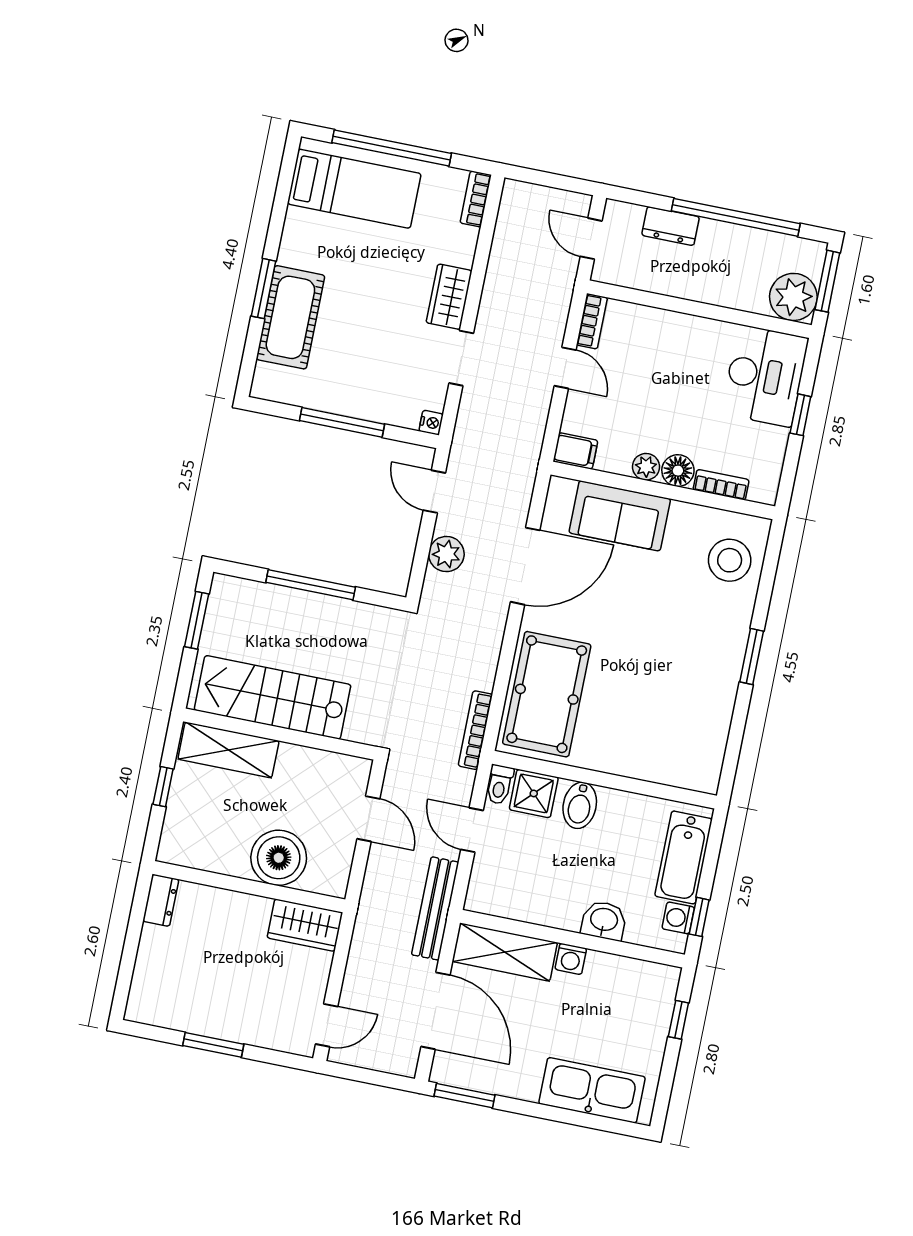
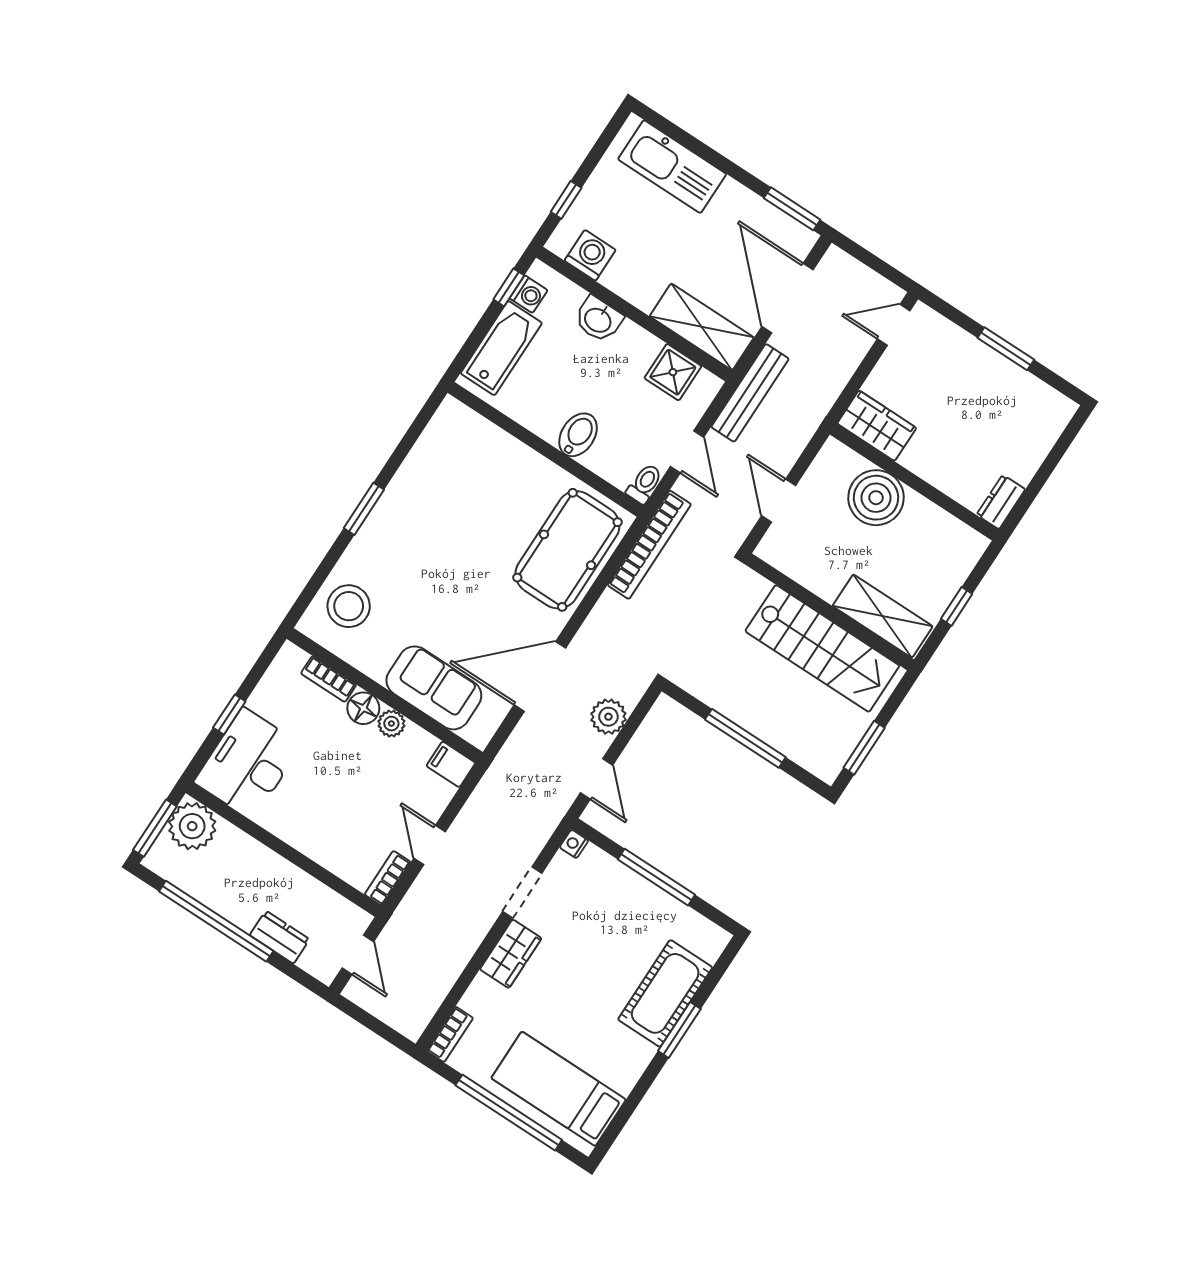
bookcase: (475, 730) -> (649, 545), width x1.48, depth x1.31
shower: (534, 793) -> (673, 372), moved
washing machine: (571, 959) -> (590, 255), moved, width x1.38, depth x1.38

